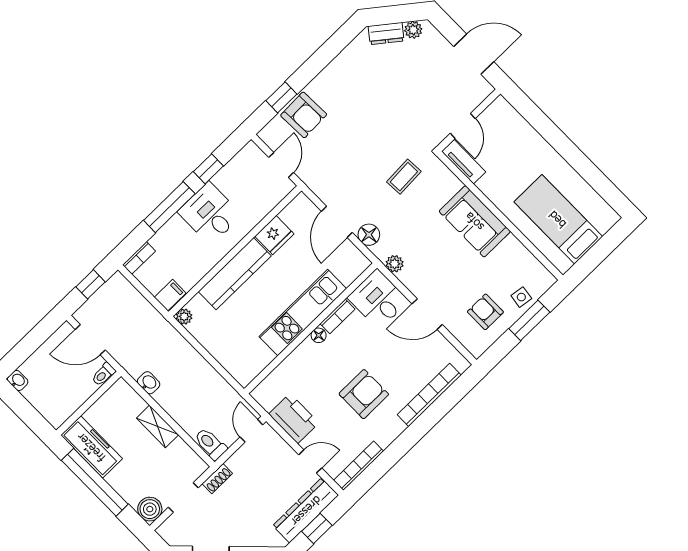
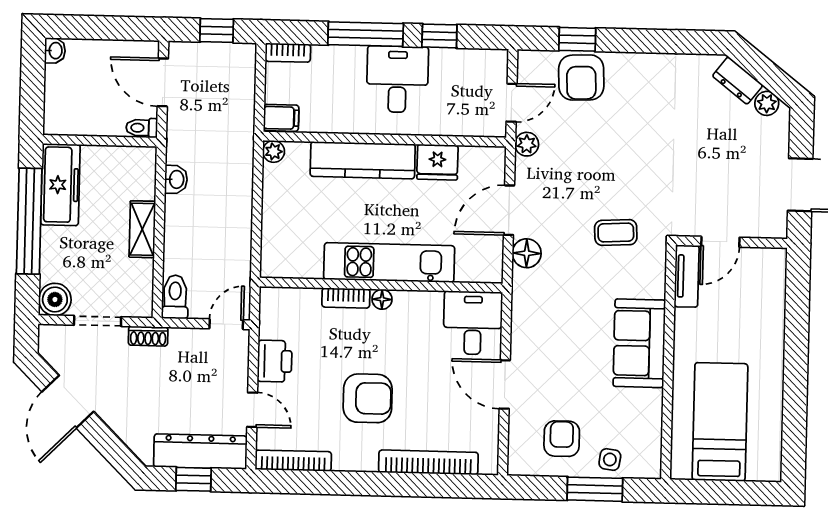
plant: (395, 264) -> (527, 144), moved
bookcase: (338, 316) -> (346, 298), moved
printer: (294, 418) -> (275, 361), width x0.73, depth x0.84

